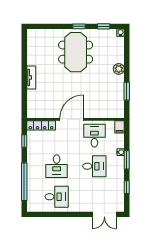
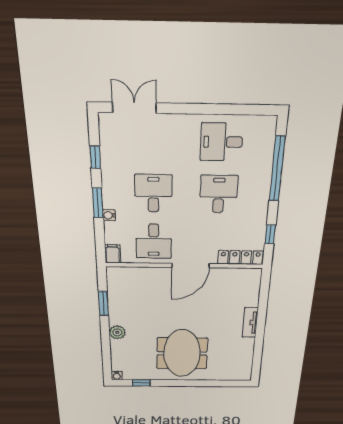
window: (79, 26) -> (176, 383), removed
desk: (94, 166) -> (153, 193), turned 90

